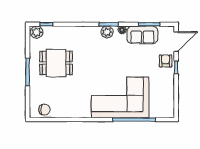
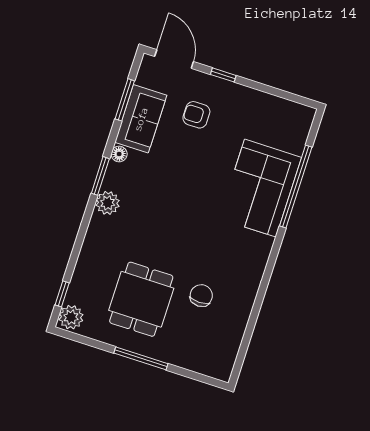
plant: (107, 32) -> (108, 203), moved
armchair: (166, 61) -> (196, 115), moved
corner sofa: (120, 97) -> (260, 188), width x0.73, depth x0.74
chair: (44, 110) -> (201, 296), moved

